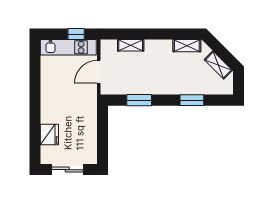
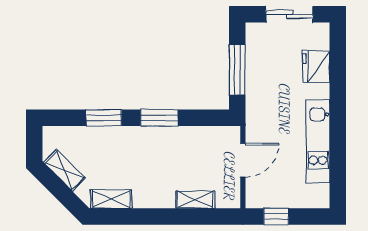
kitchen unit: (68, 47) -> (318, 141), moved, turned -90
window: (139, 100) -> (159, 118), moved
window: (102, 132) -> (237, 70), added

